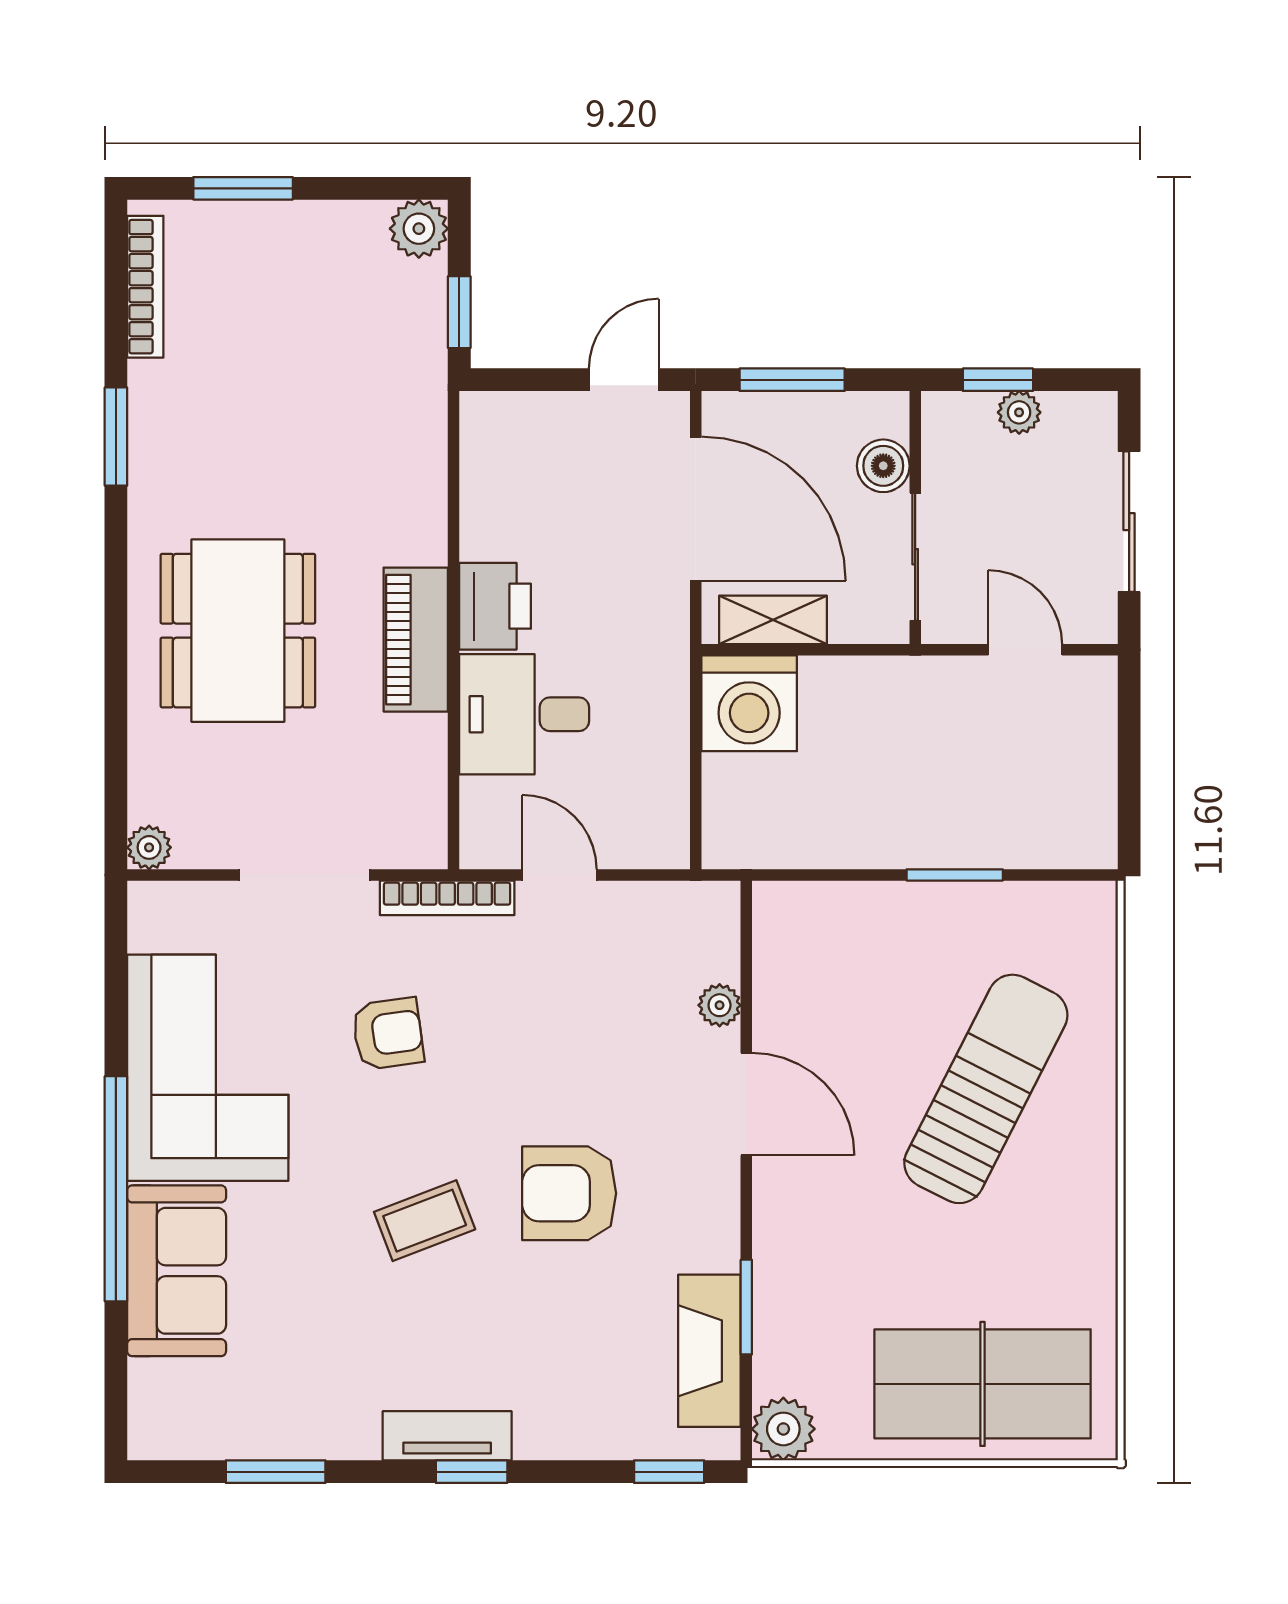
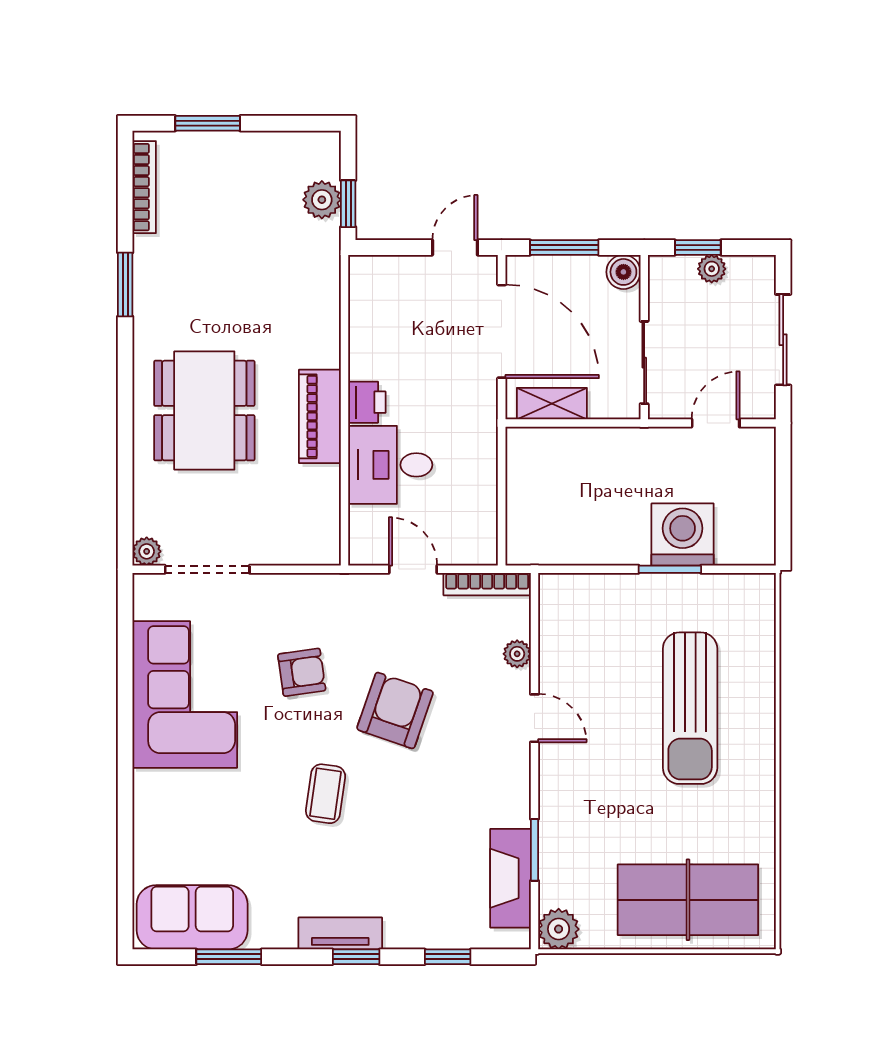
plant: (419, 229) -> (322, 200), moved
boiler: (883, 466) -> (623, 272), moved
printer: (495, 606) -> (367, 402), width x0.73, depth x0.81
door: (1025, 650) -> (716, 423), hinge flipped
washing machine: (749, 703) -> (683, 535), moved, turned 180
doorway: (305, 875) -> (207, 569), moved
bookcase: (447, 898) -> (487, 584), moved
sun lounger: (986, 1089) -> (690, 708), turned 153
door: (746, 1104) -> (535, 718), width x0.73
window: (116, 1189) -> (125, 773), removed
armchair: (569, 1193) -> (395, 710), moved, turned 109
coffee table: (425, 1221) -> (326, 794), turned -61
sofa: (177, 1271) -> (192, 917), moved, turned -90
window: (669, 1472) -> (448, 957), moved

